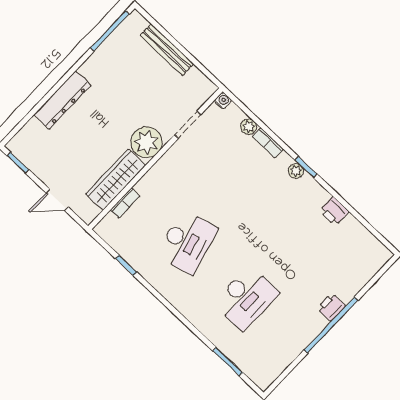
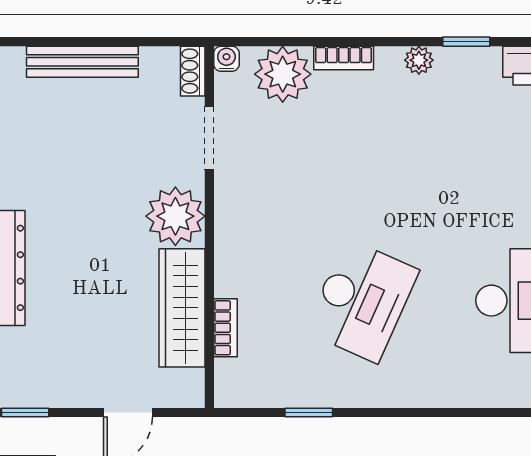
shoe rack: (206, 93) -> (193, 71), added
plant: (249, 127) -> (283, 74), width x1.87, depth x1.87
window: (306, 167) -> (466, 42), moved
desk: (187, 242) -> (362, 301), turned 39

